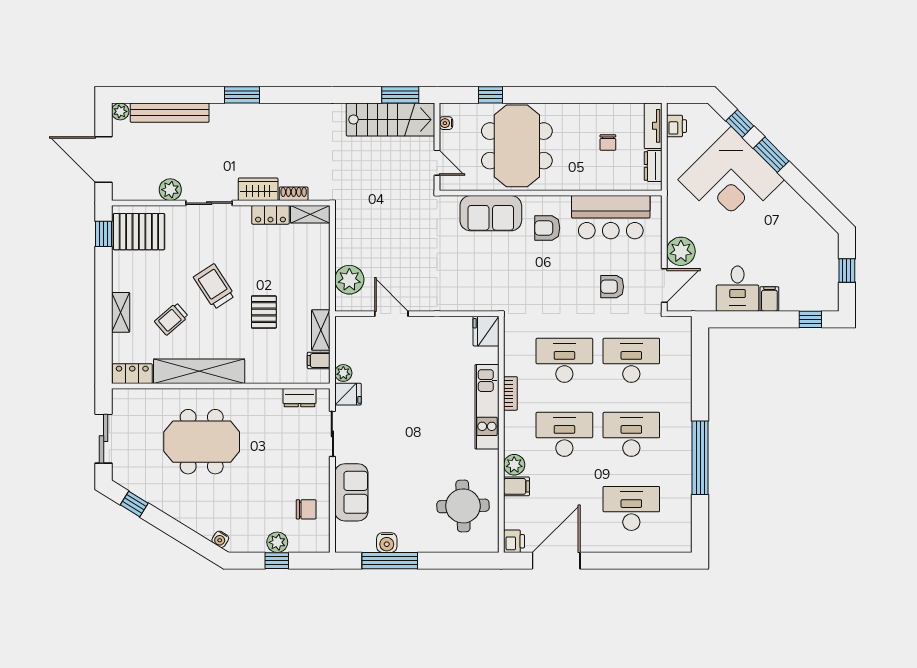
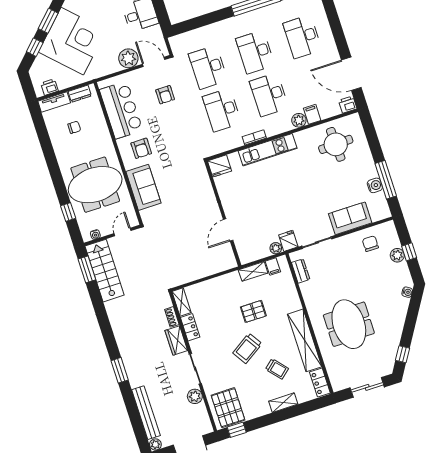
plant: (349, 280) -> (215, 264), removed

